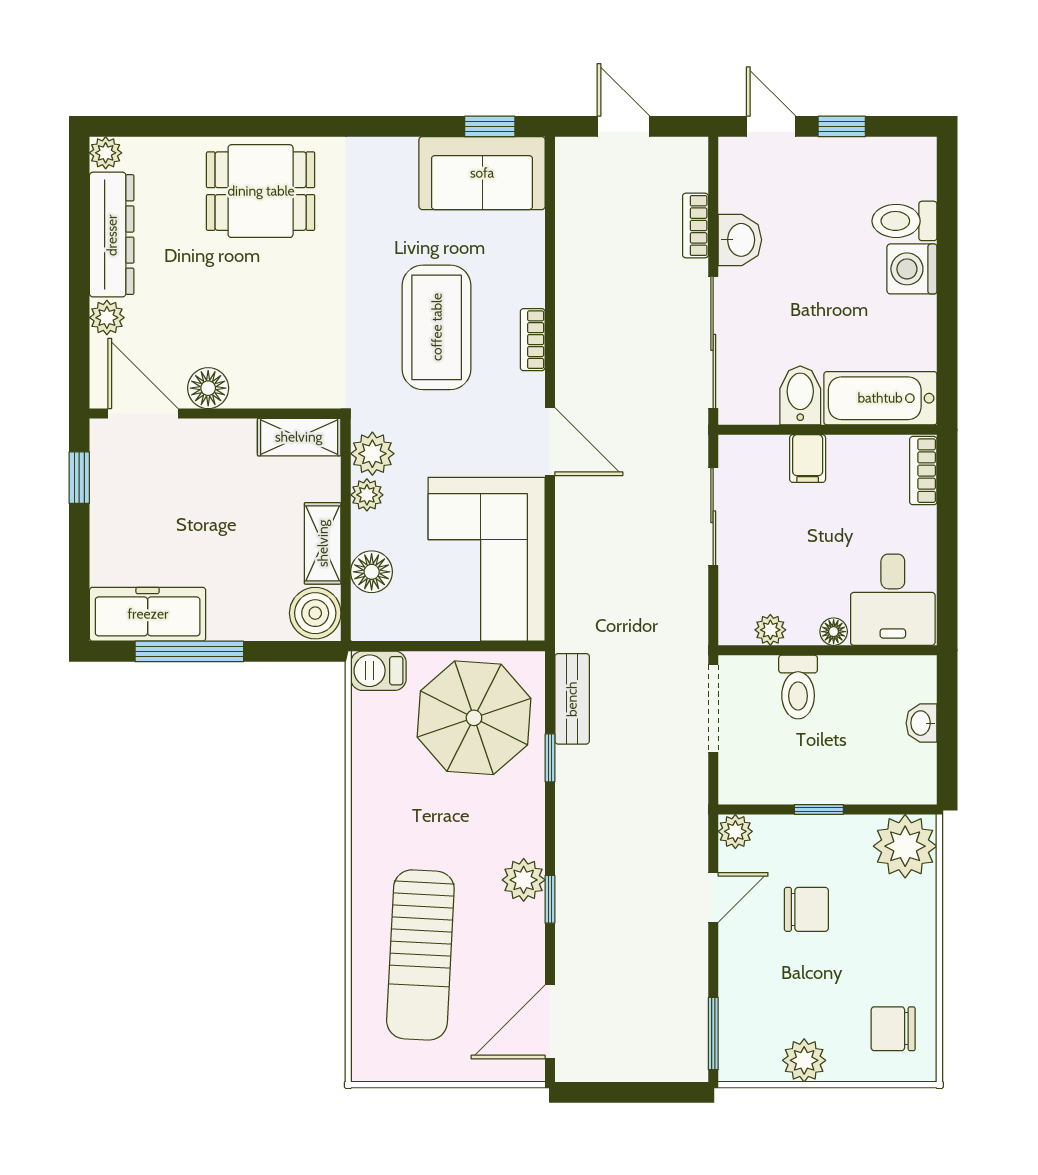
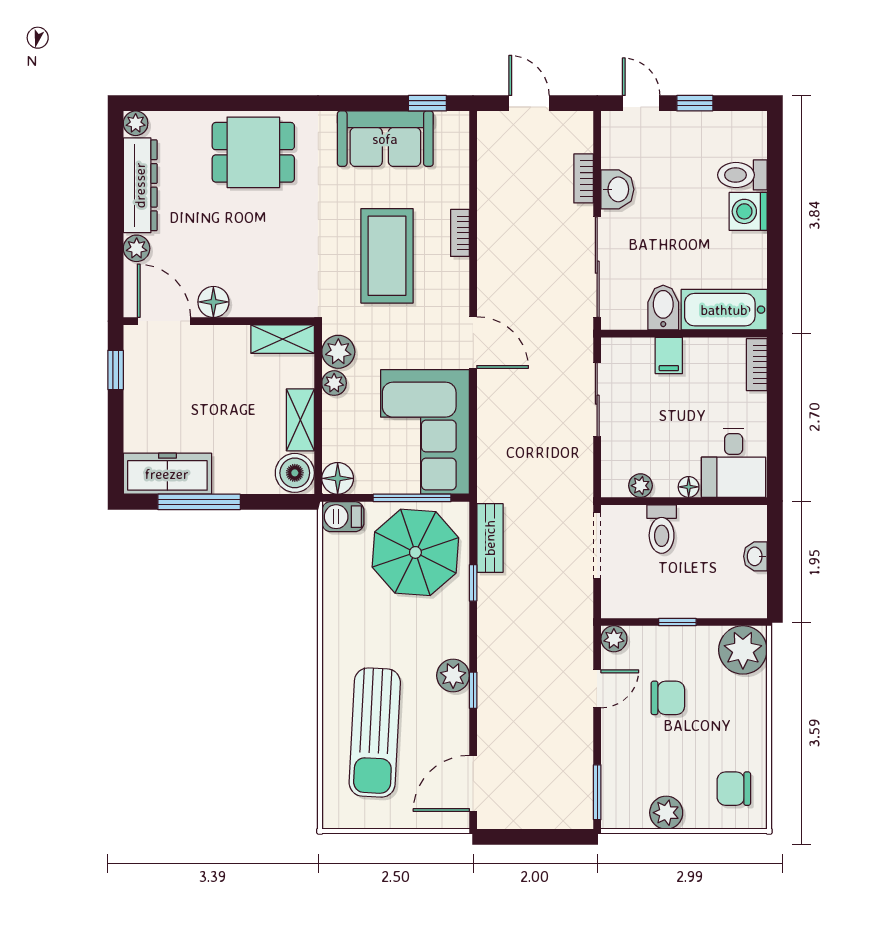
sofa: (482, 173) -> (385, 139), moved
bookcase: (533, 340) -> (460, 233), moved
floor lamp: (372, 572) -> (338, 478), moved
window: (470, 646) -> (412, 498), added

